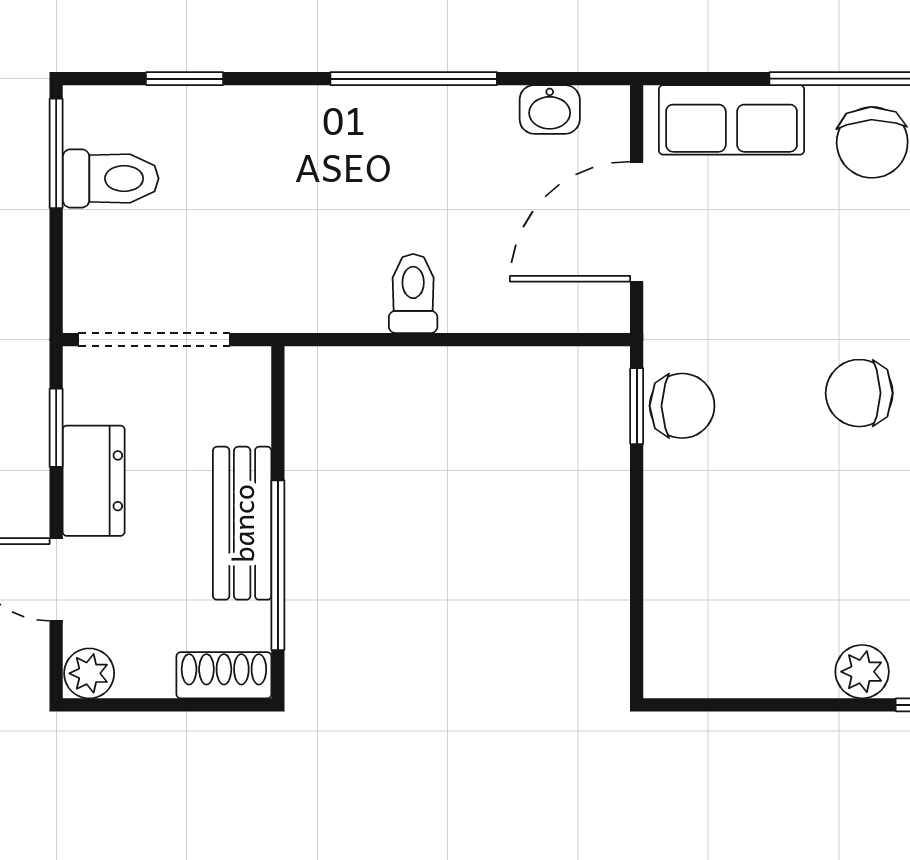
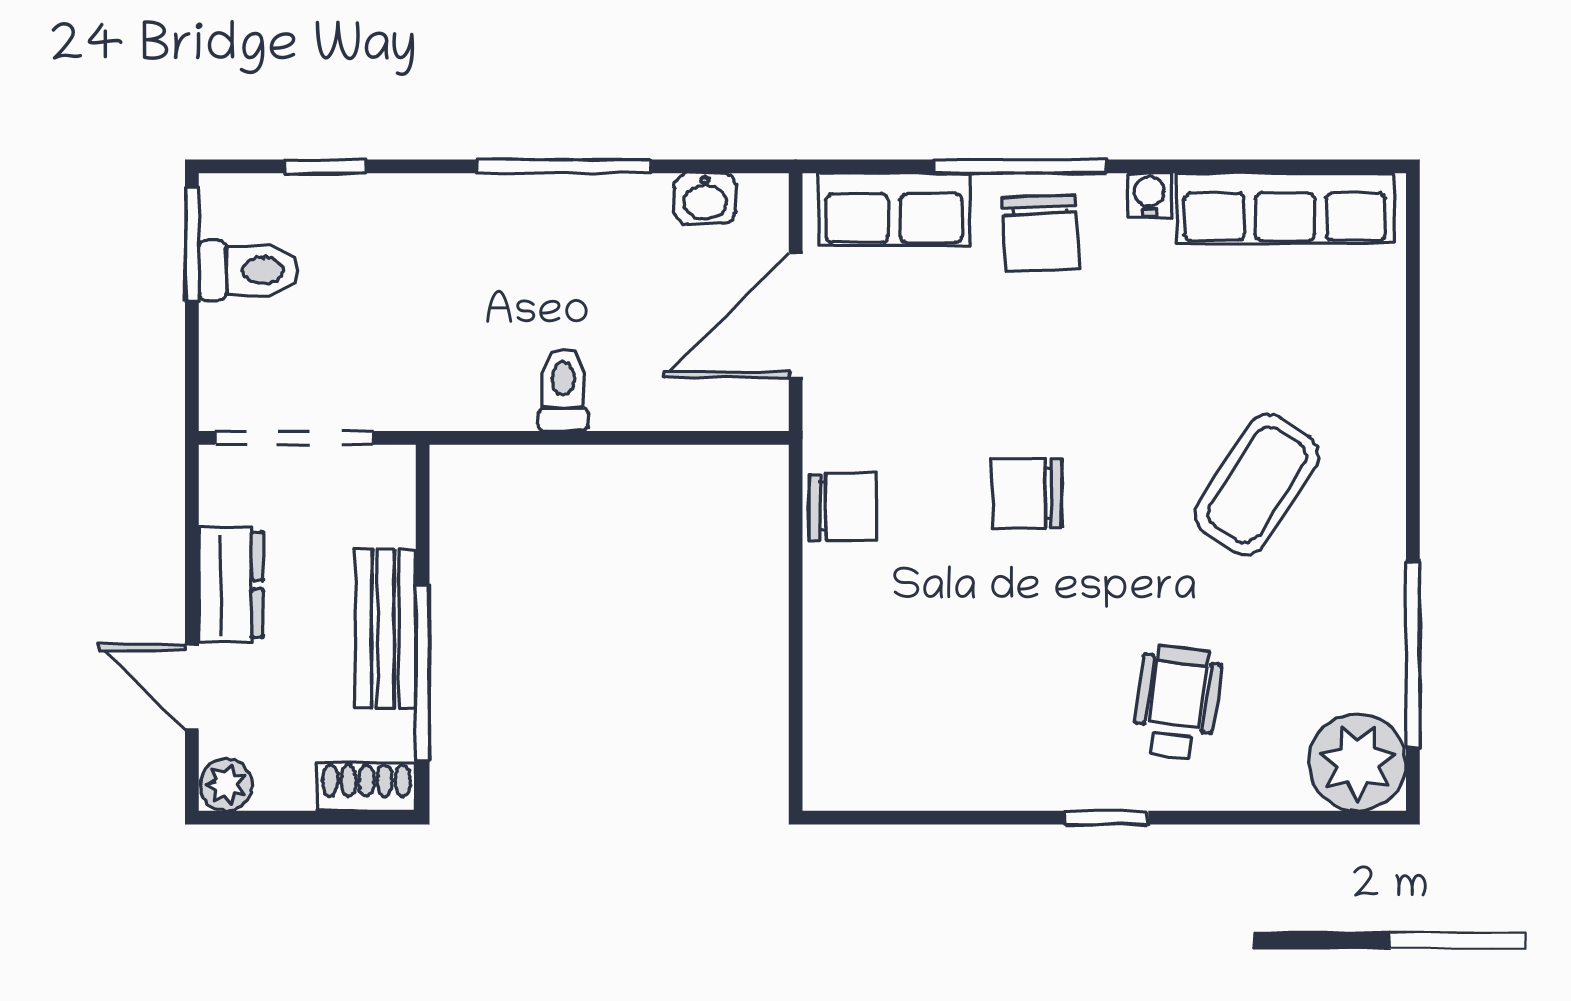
window: (637, 406) -> (796, 507), removed
window: (56, 428) -> (192, 530), removed
plant: (862, 672) -> (1030, 783), removed

